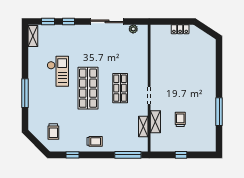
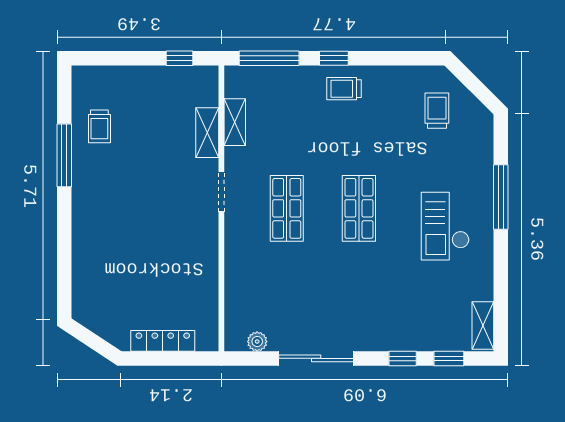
locker: (180, 29) -> (163, 341), width x1.53
checkout: (58, 71) -> (445, 226), moved
shop shelf: (88, 88) -> (359, 208), width x0.70, depth x0.74
trolley: (180, 119) -> (99, 126), moved
window: (72, 155) -> (334, 58), moved
window: (181, 155) -> (180, 58), moved

